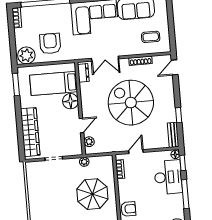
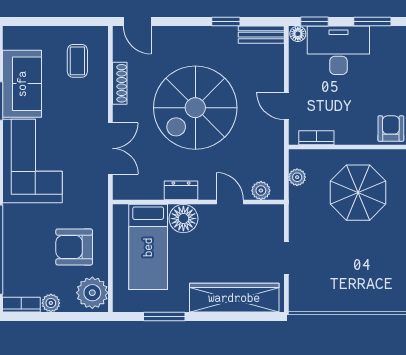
plant: (19, 34) -> (51, 303), added
dresser: (83, 73) -> (181, 190), moved
window: (16, 85) -> (164, 316), moved
plant: (84, 162) -> (297, 177), moved
window: (185, 194) -> (372, 22), width x0.69

